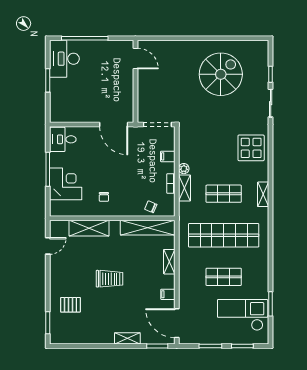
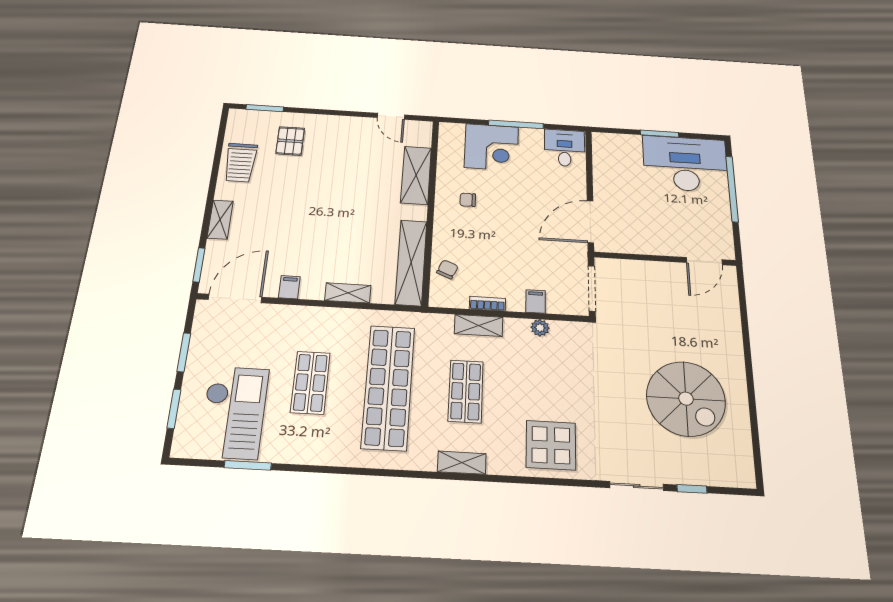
desk: (64, 59) -> (685, 164), width x1.36, depth x1.30
plant: (184, 169) -> (540, 328), moved
trolley: (109, 279) -> (240, 163), moved

